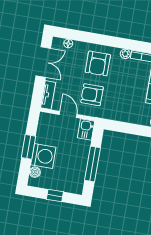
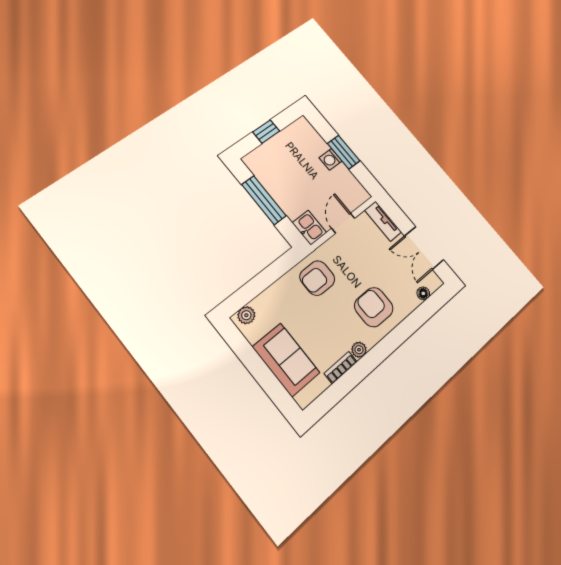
armchair: (92, 95) -> (317, 278), moved, turned 180
door: (68, 114) -> (343, 223), swing flipped
washing machine: (43, 156) -> (331, 159), width x0.53, depth x0.53
boiler: (35, 172) -> (311, 134), removed

